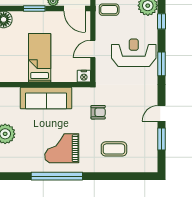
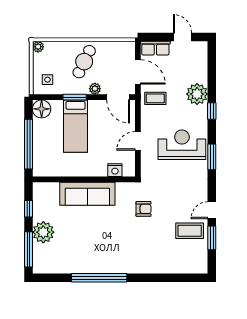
bed: (40, 58) -> (76, 126), moved, turned 180
nightstand: (84, 76) -> (115, 170), moved
grand piano: (62, 148) -> (104, 248), removed
coffee table: (114, 149) -> (190, 231), moved

